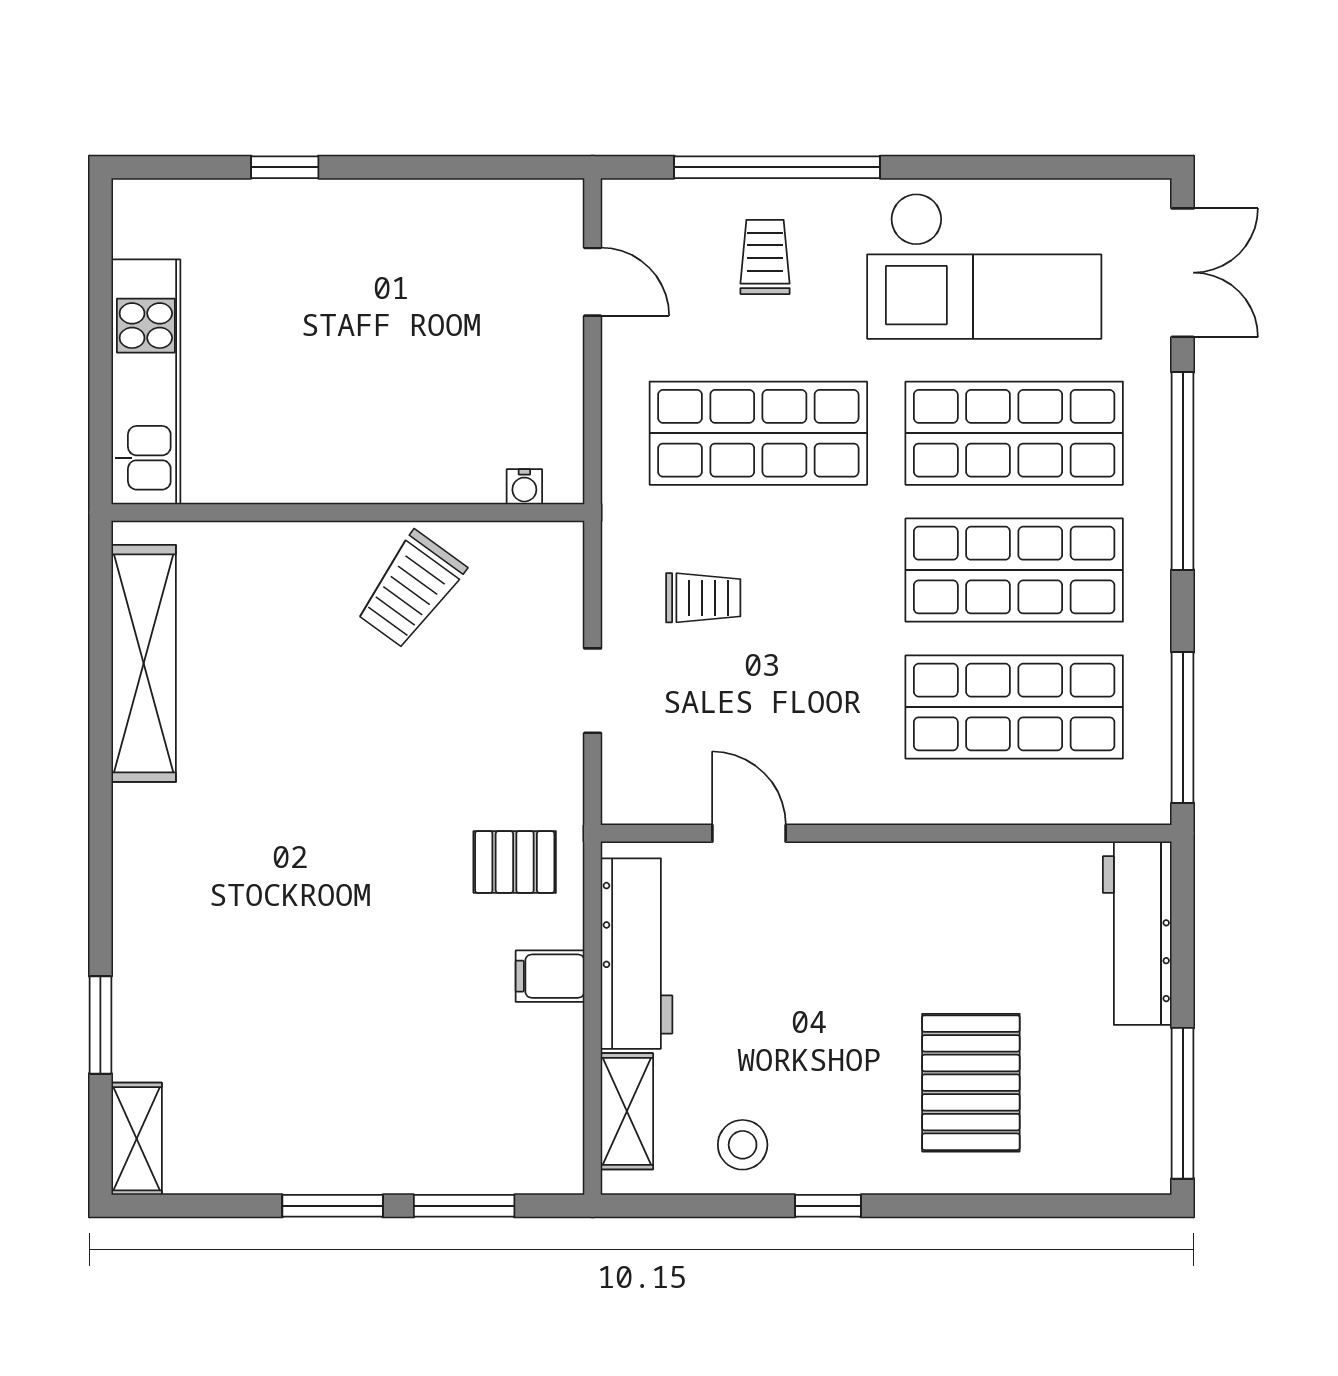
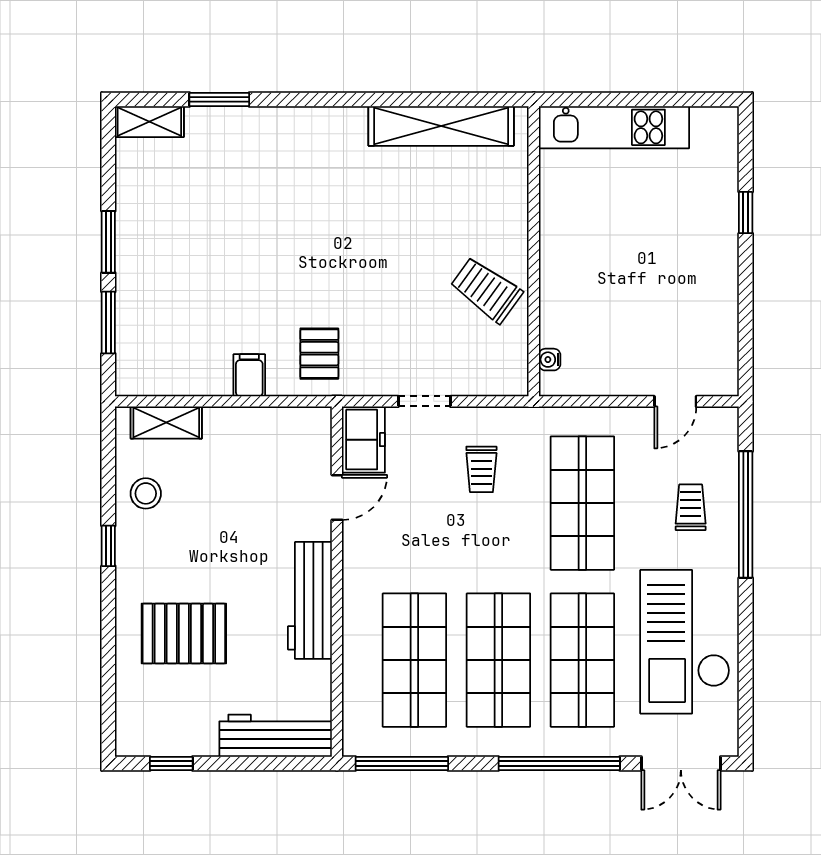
trolley: (765, 257) -> (691, 507), turned -90
freezer: (655, 790) -> (363, 440), added
workbench: (637, 954) -> (310, 600), moved, turned 90
window: (1183, 1103) -> (171, 763), width x0.46

